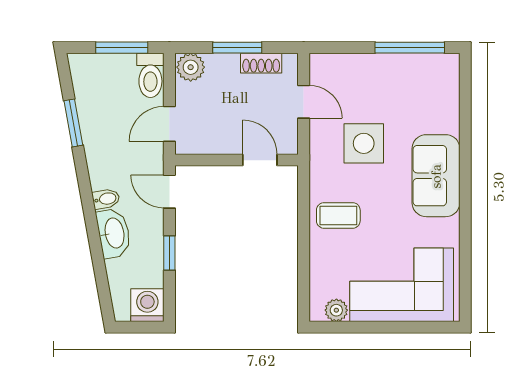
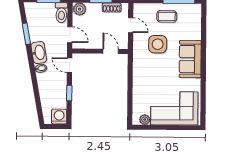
door: (169, 124) -> (70, 35), swing flipped
coffee table: (338, 215) -> (167, 16), moved
washbasin: (114, 233) -> (39, 53), moved

